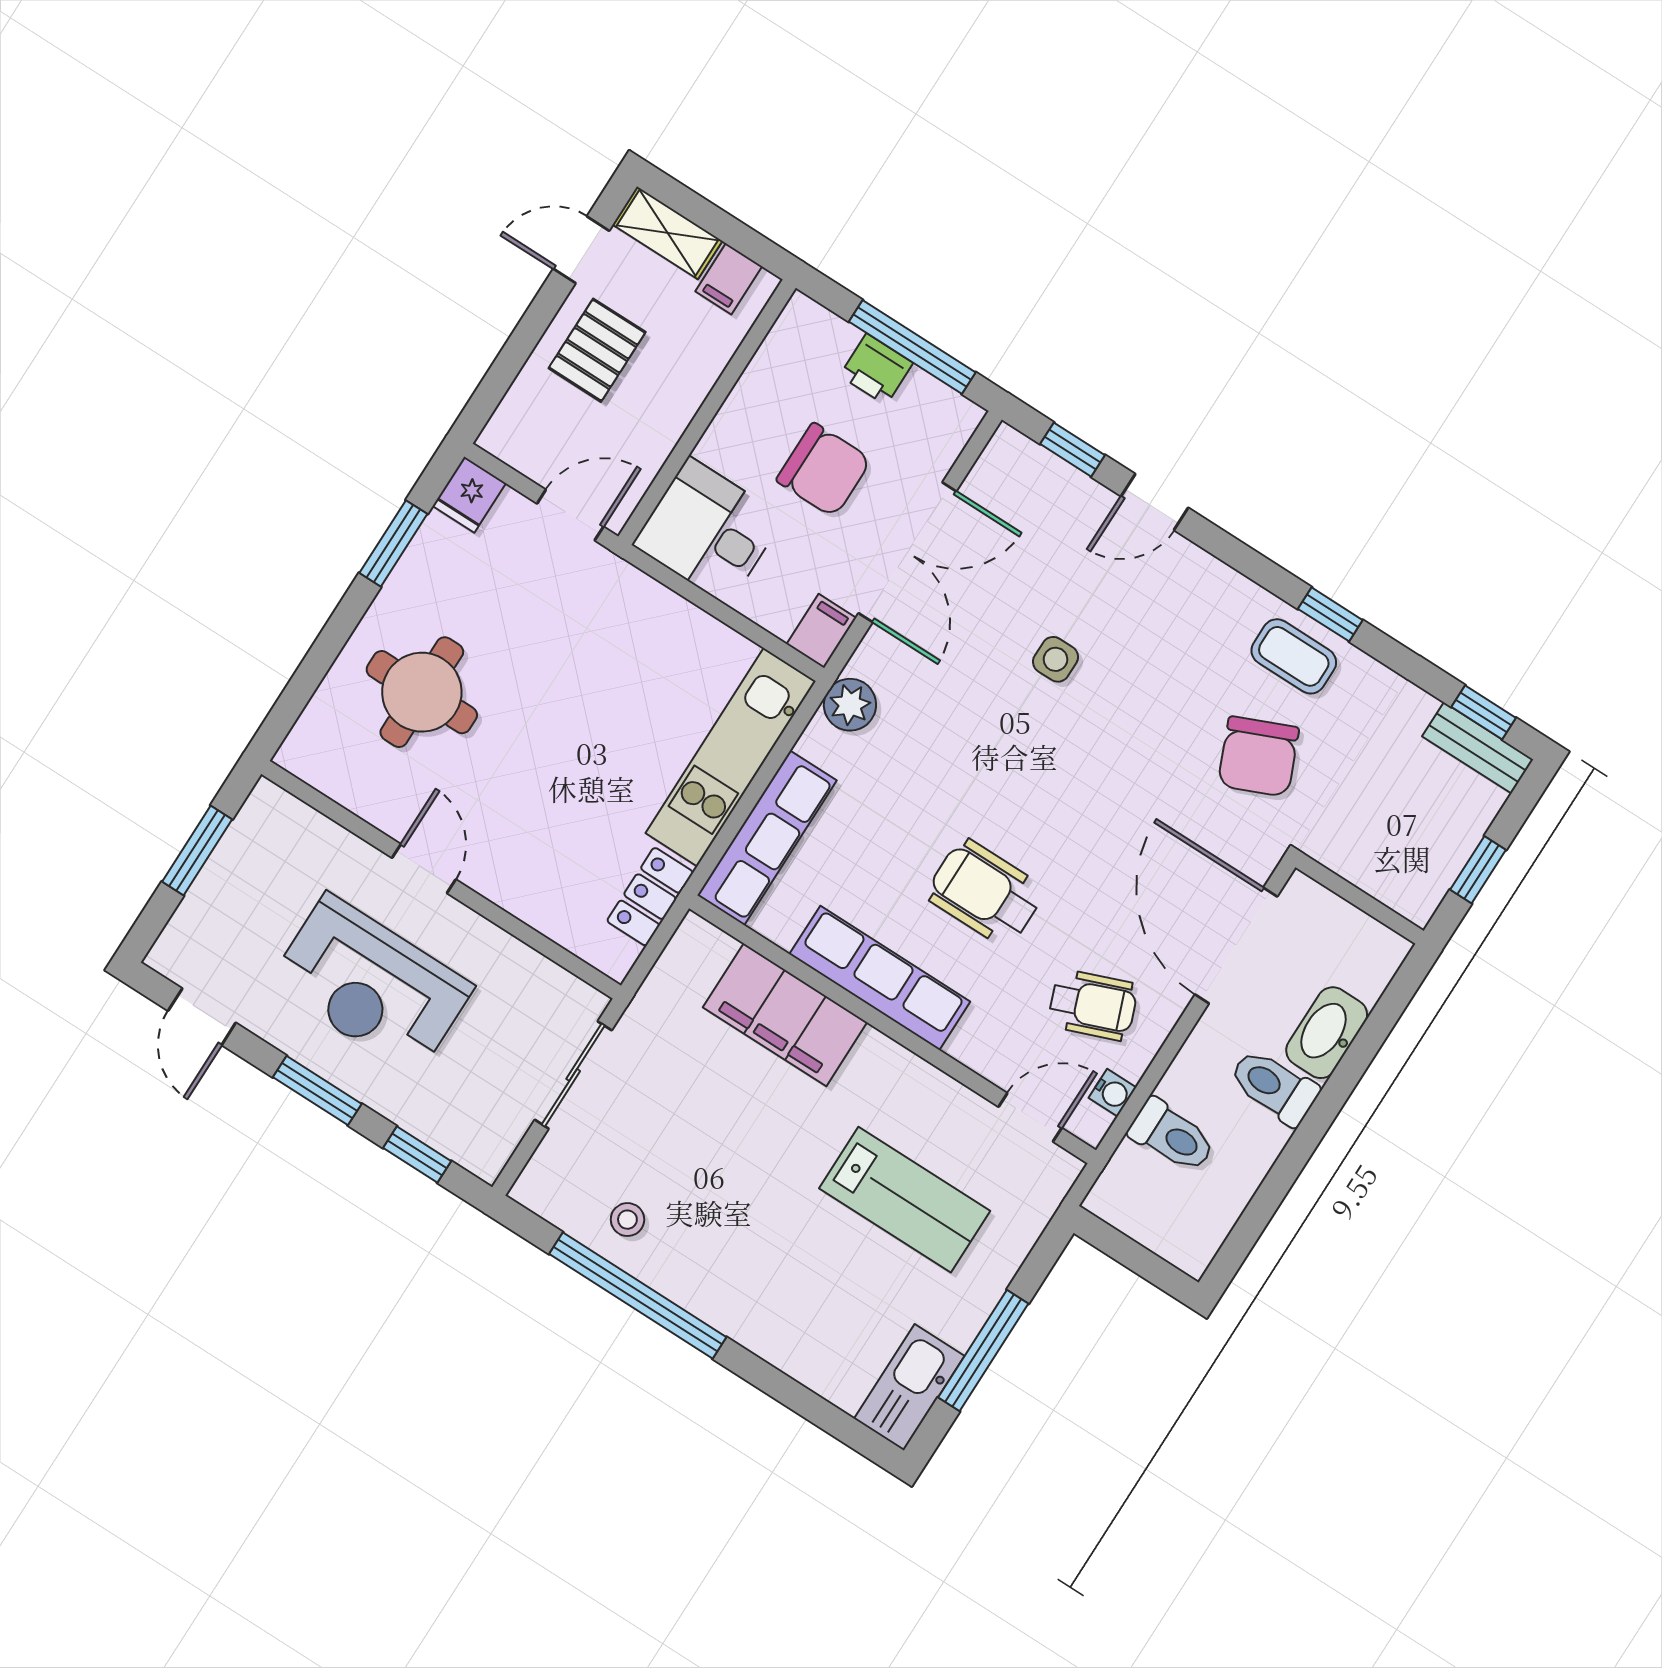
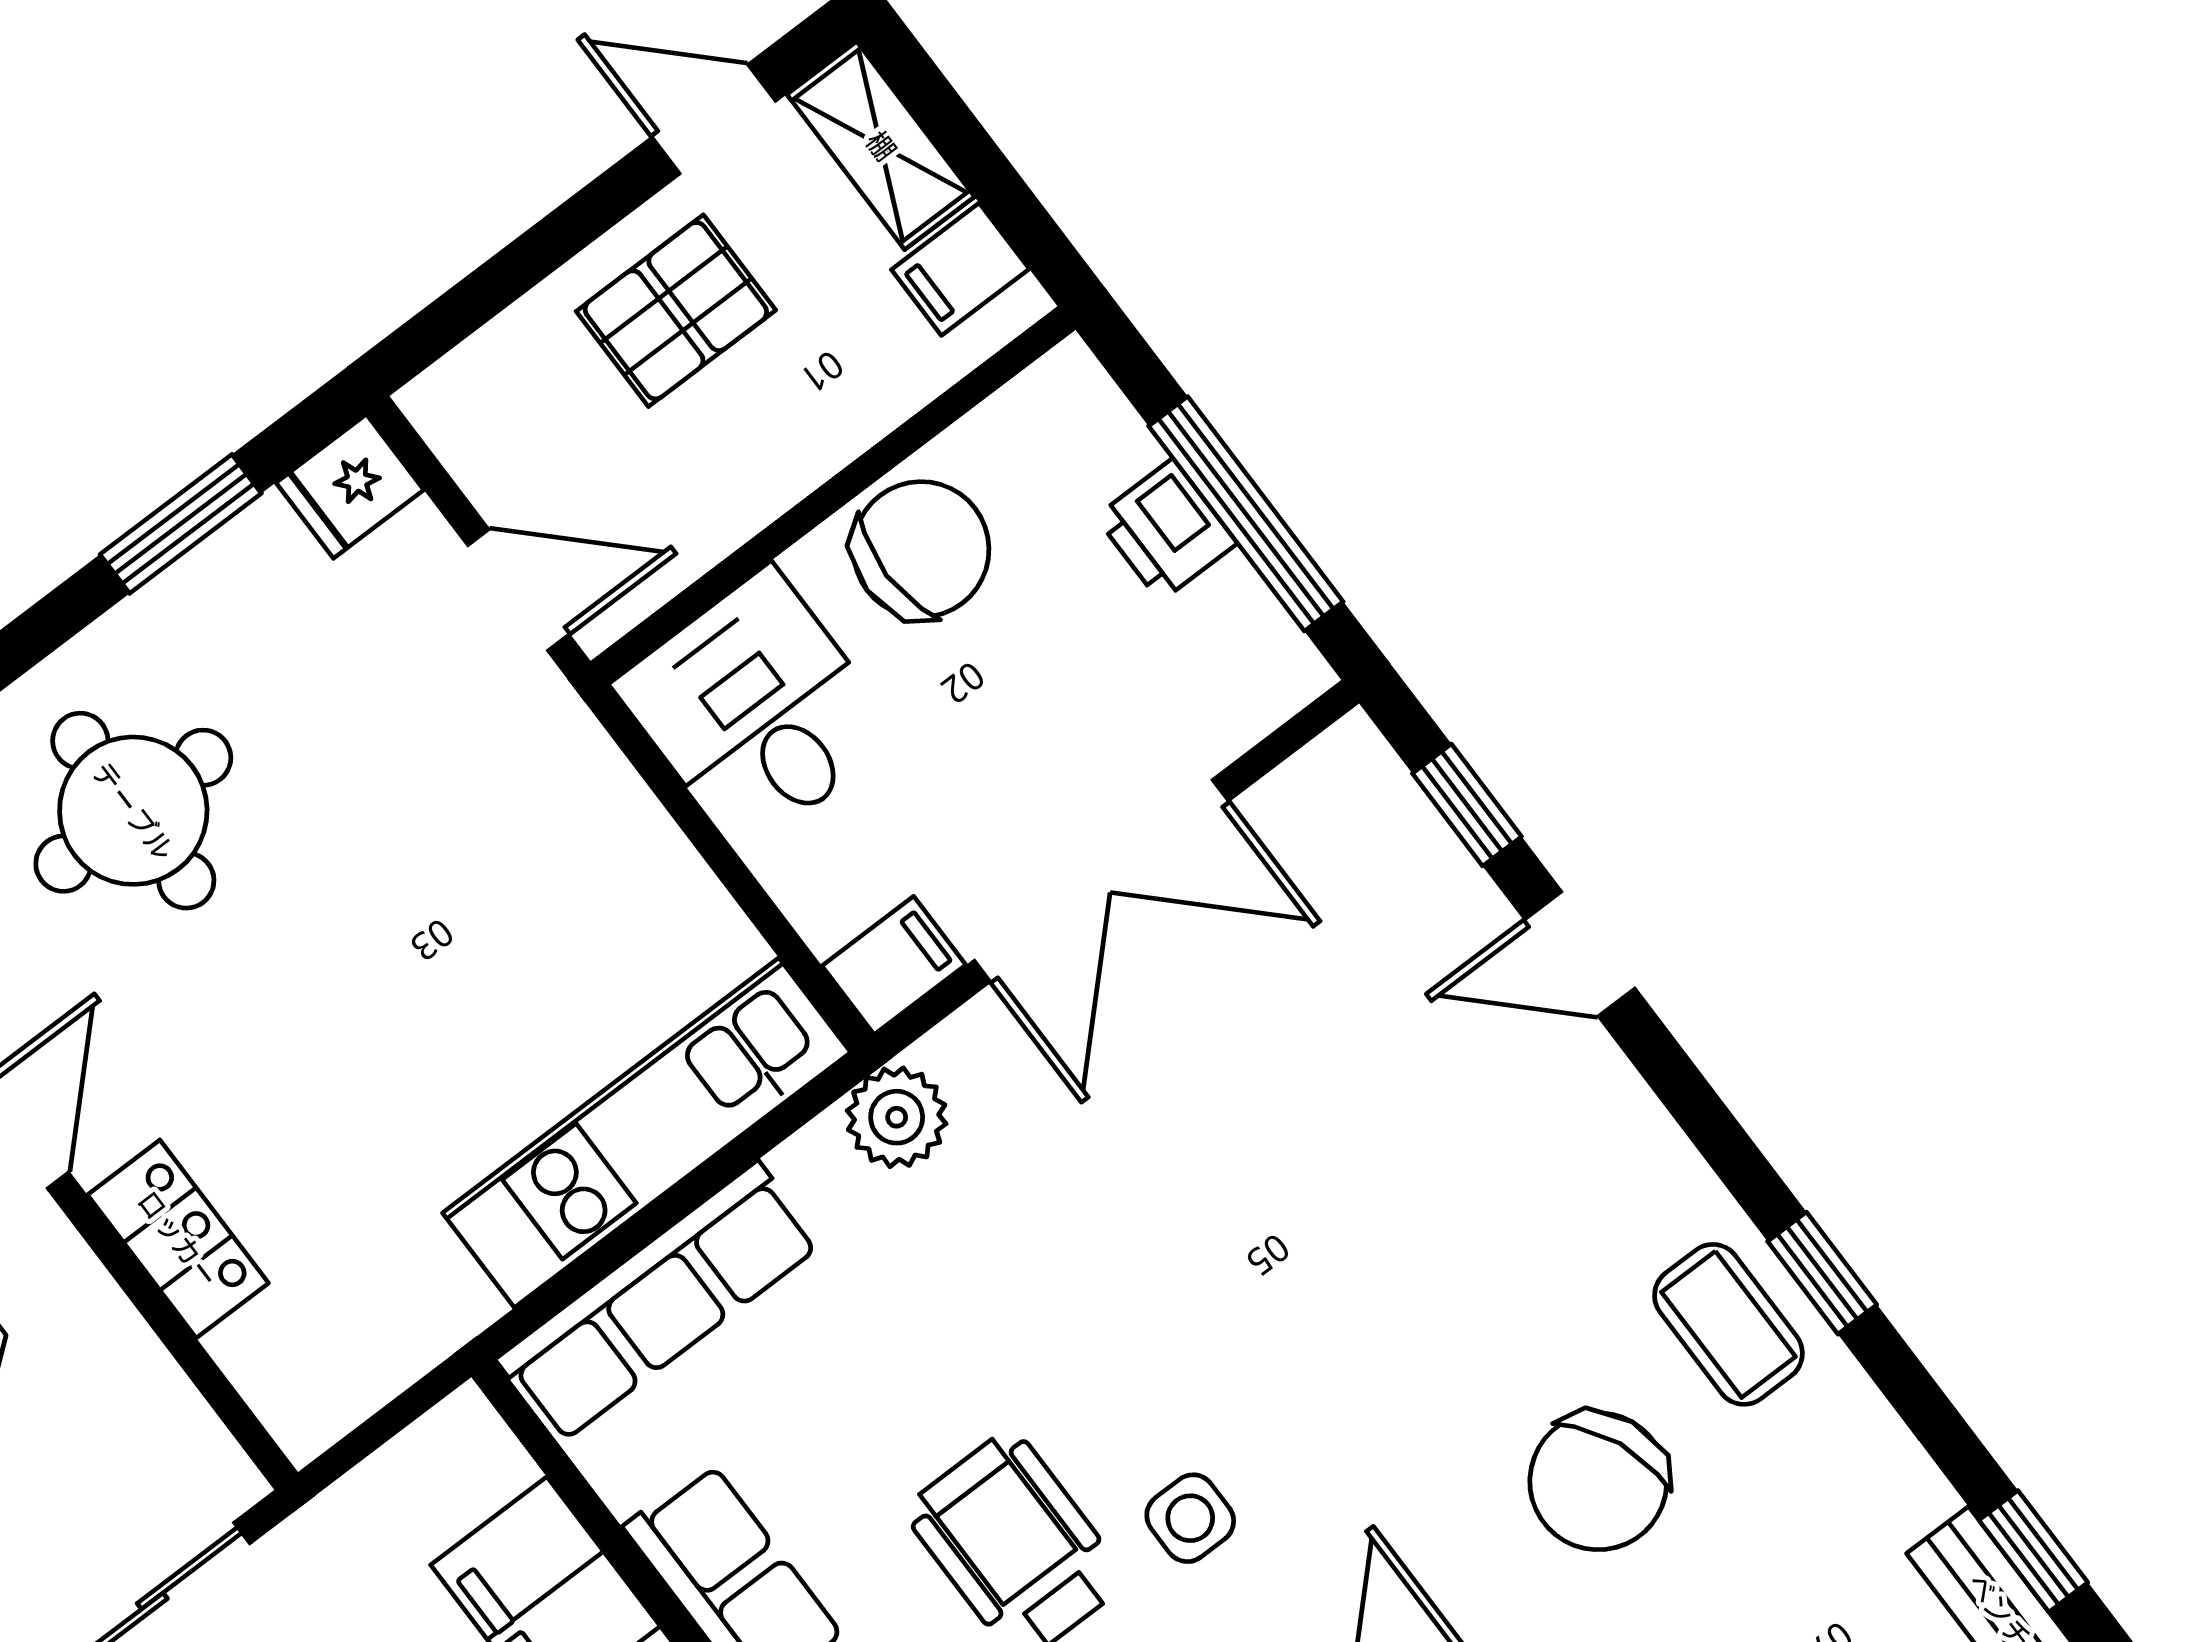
chair: (824, 470) -> (921, 549), moved, turned -90
side table: (1055, 659) -> (1190, 1518), moved
locker: (650, 897) -> (178, 1239), moved, turned 90

